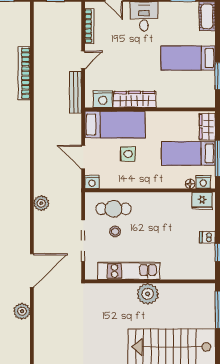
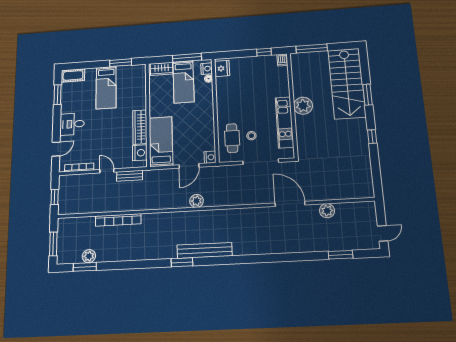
bench: (76, 92) -> (130, 176), width x0.73
side table: (128, 154) -> (185, 129), removed
plant: (41, 203) -> (197, 201), moved
dishwasher: (207, 237) -> (282, 60), moved

